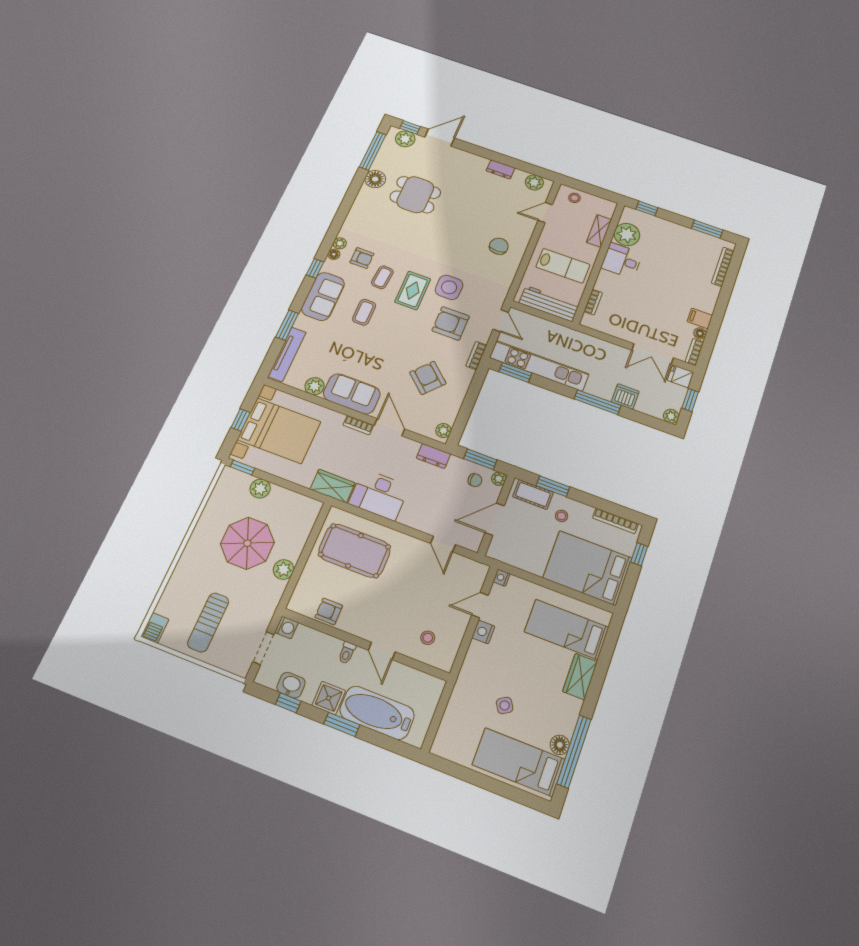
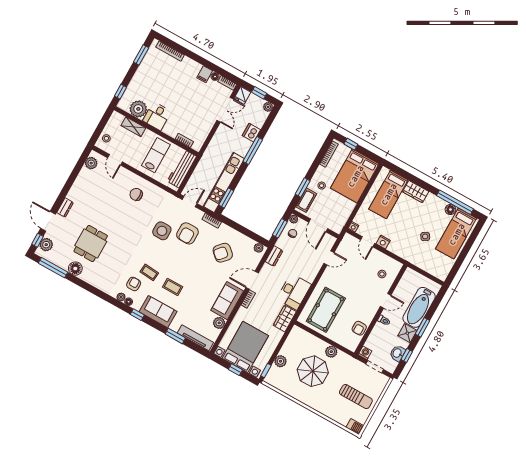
dresser: (501, 169) -> (65, 208), moved
rug: (413, 290) -> (161, 254), removed

